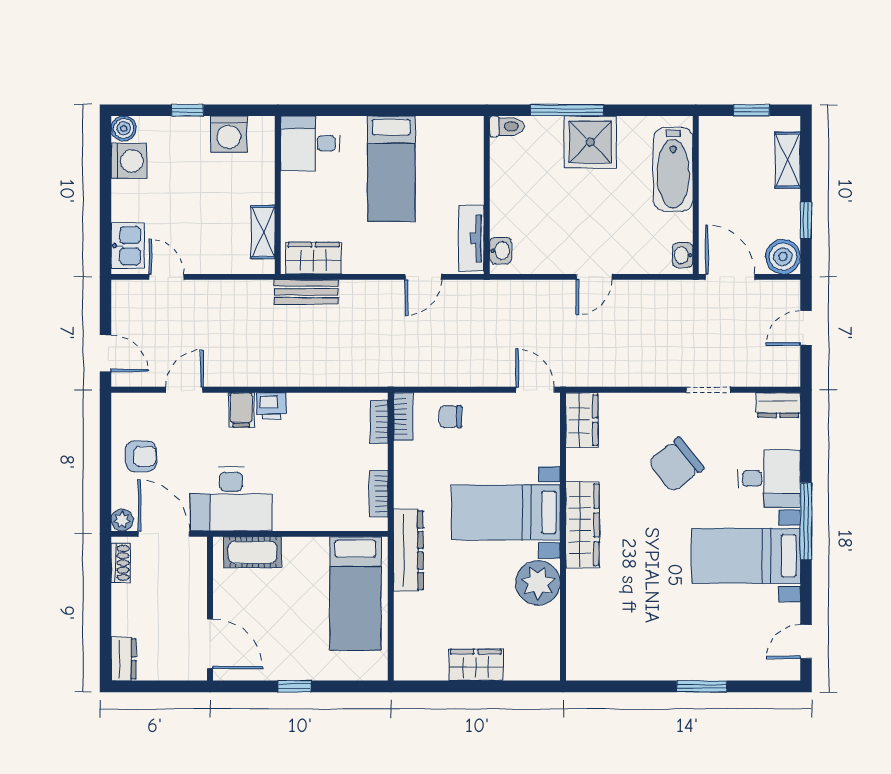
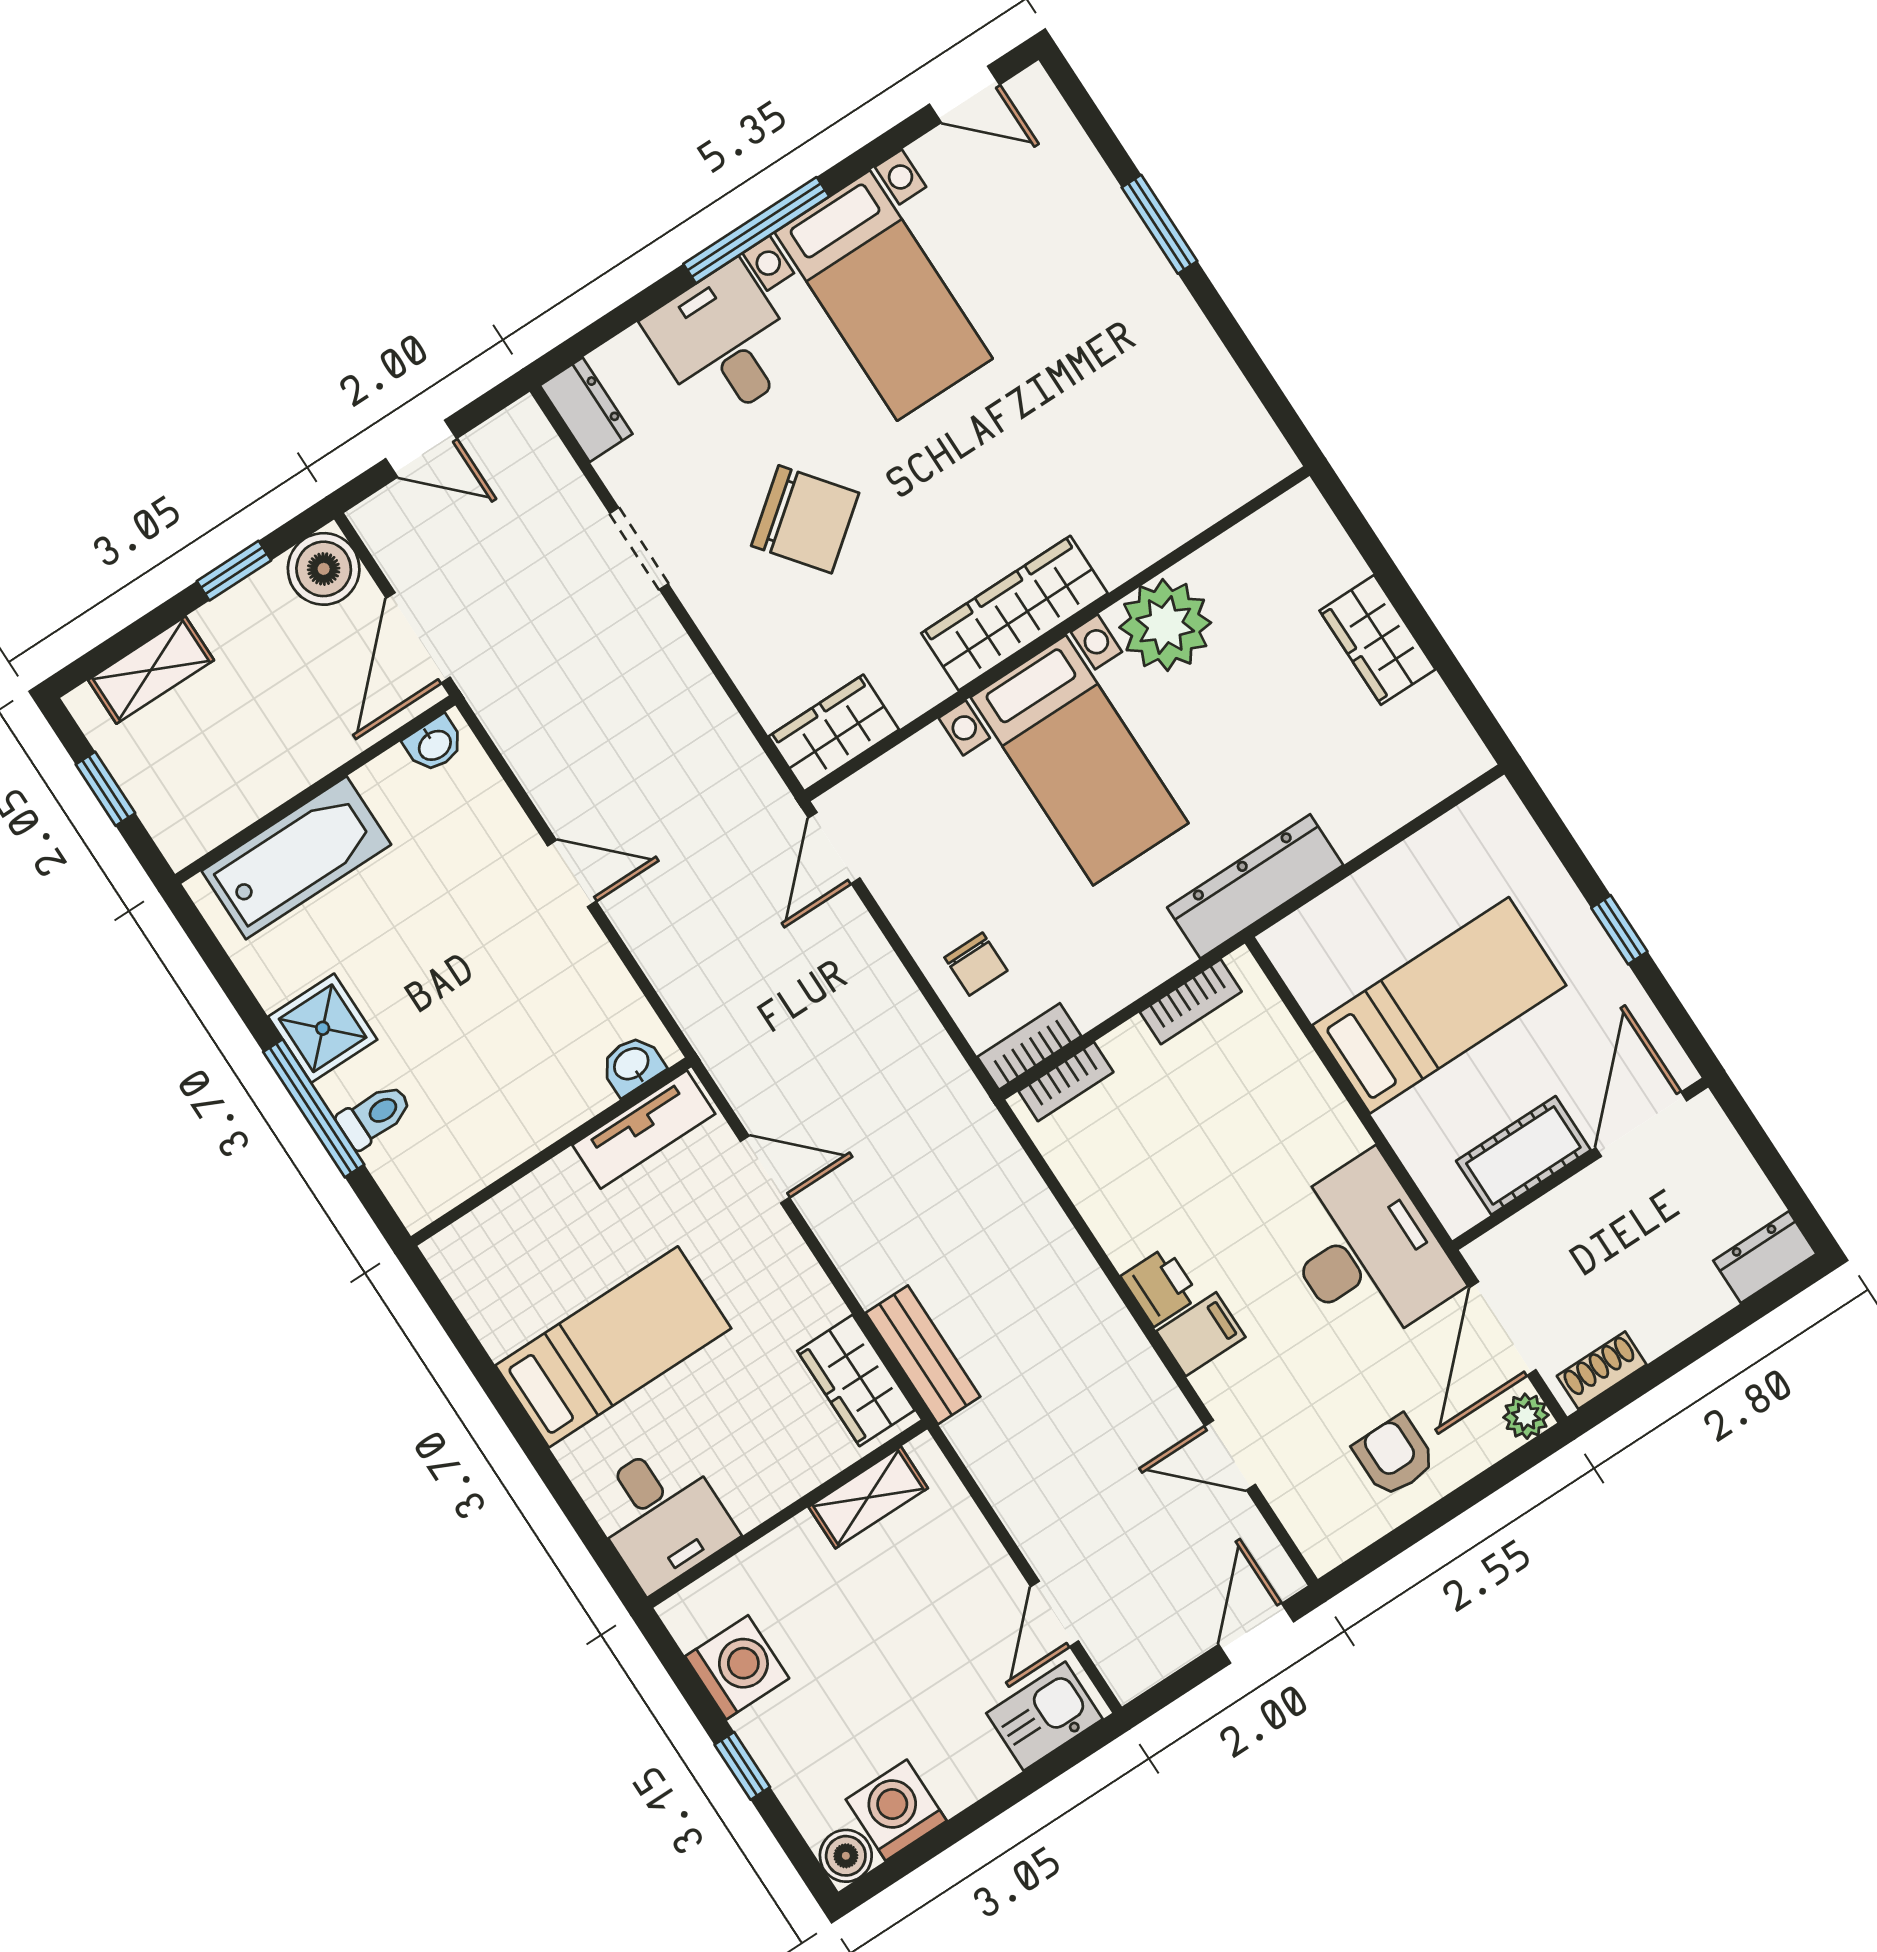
toilet: (507, 126) -> (375, 1116), moved, turned 90
shower: (590, 142) -> (323, 1028), width x0.73, depth x0.73
cot: (253, 552) -> (1523, 1155), moved, turned 90
bed: (355, 593) -> (1439, 1005), moved

